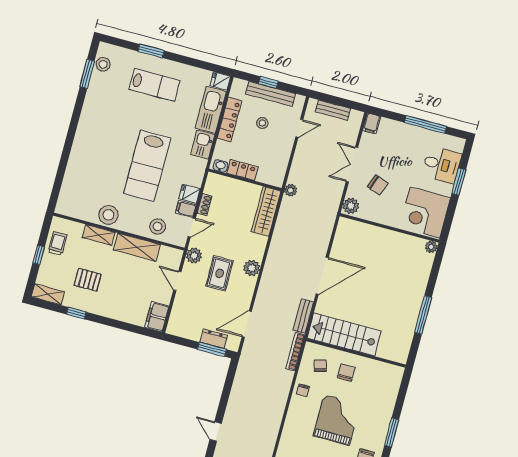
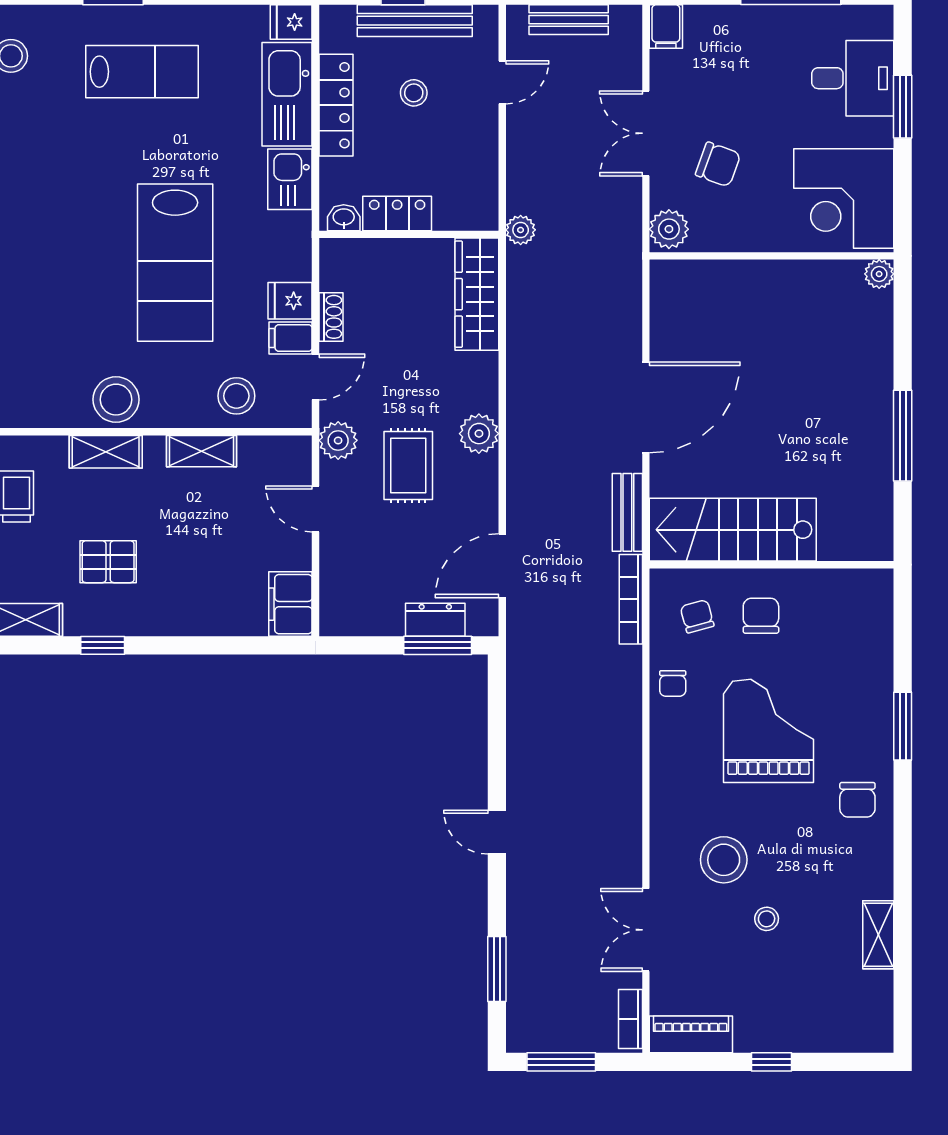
shelving: (137, 247) -> (201, 451), width x0.67, depth x0.75

